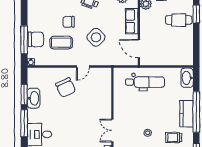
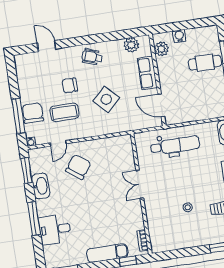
chair: (36, 39) -> (33, 113), turned -90
door: (83, 66) -> (58, 143), moved
chair: (66, 88) -> (78, 167), turned -119
window: (24, 94) -> (27, 170), moved
double door: (112, 130) -> (140, 184), moved

